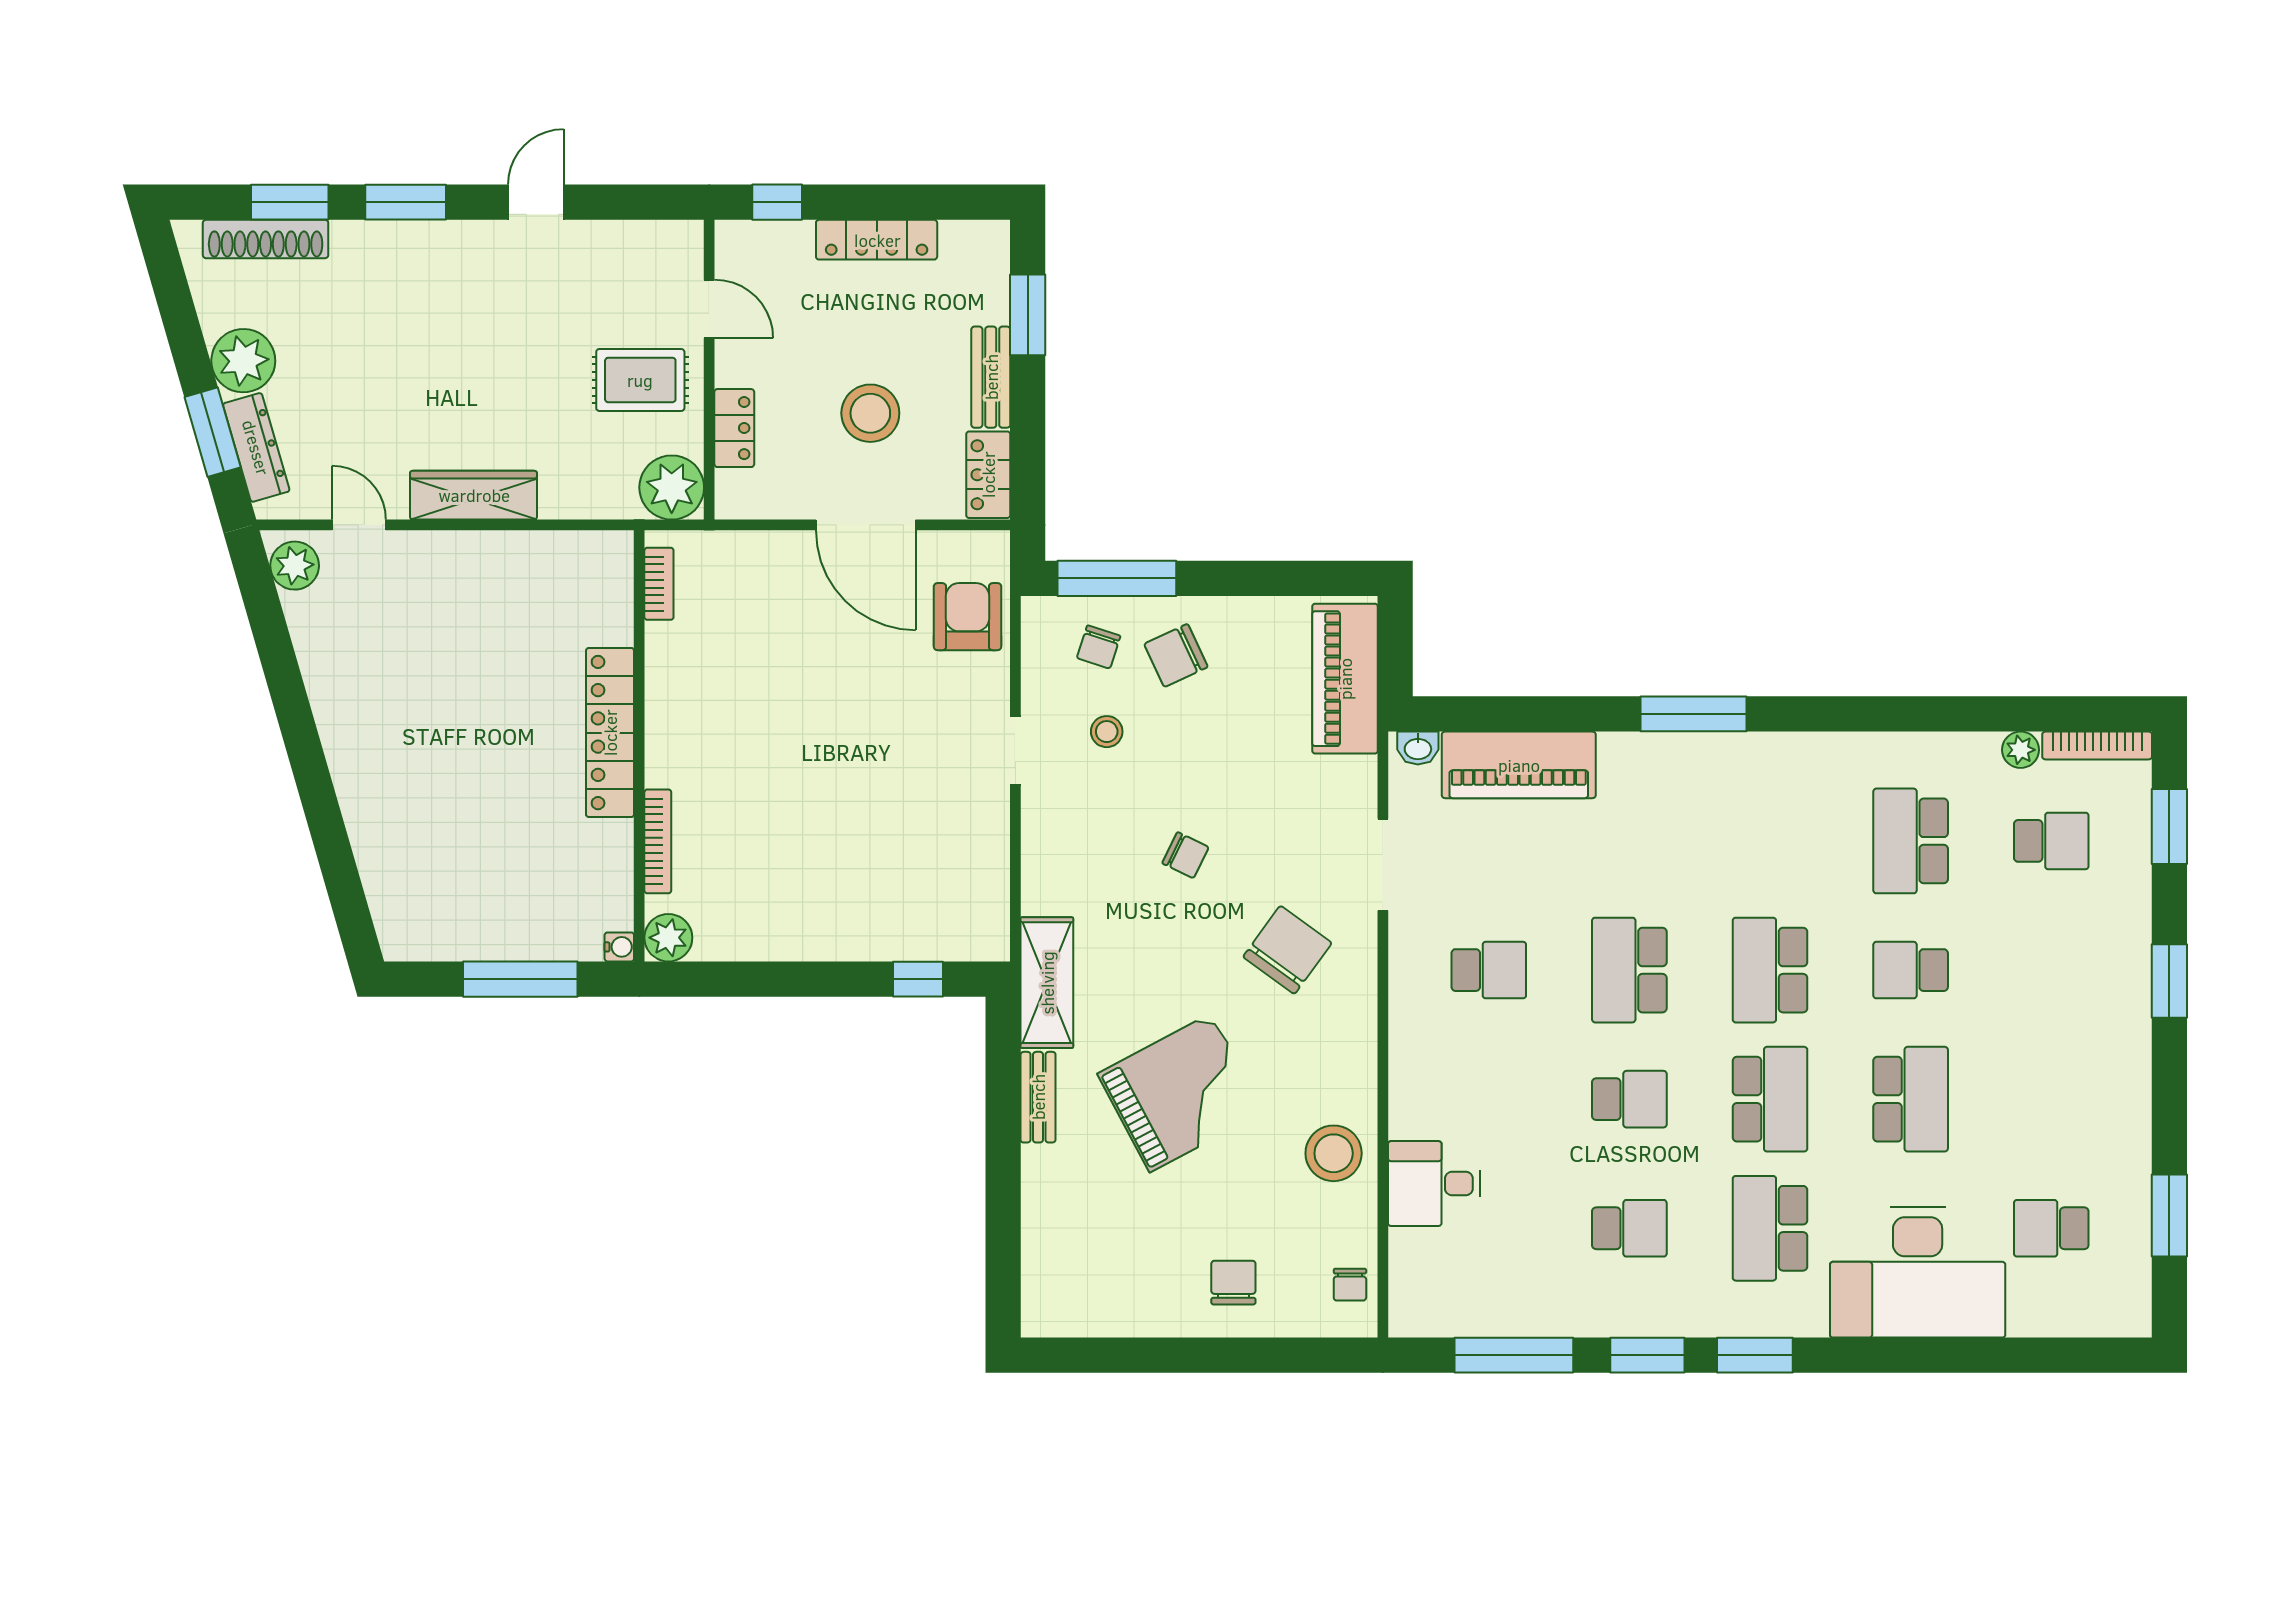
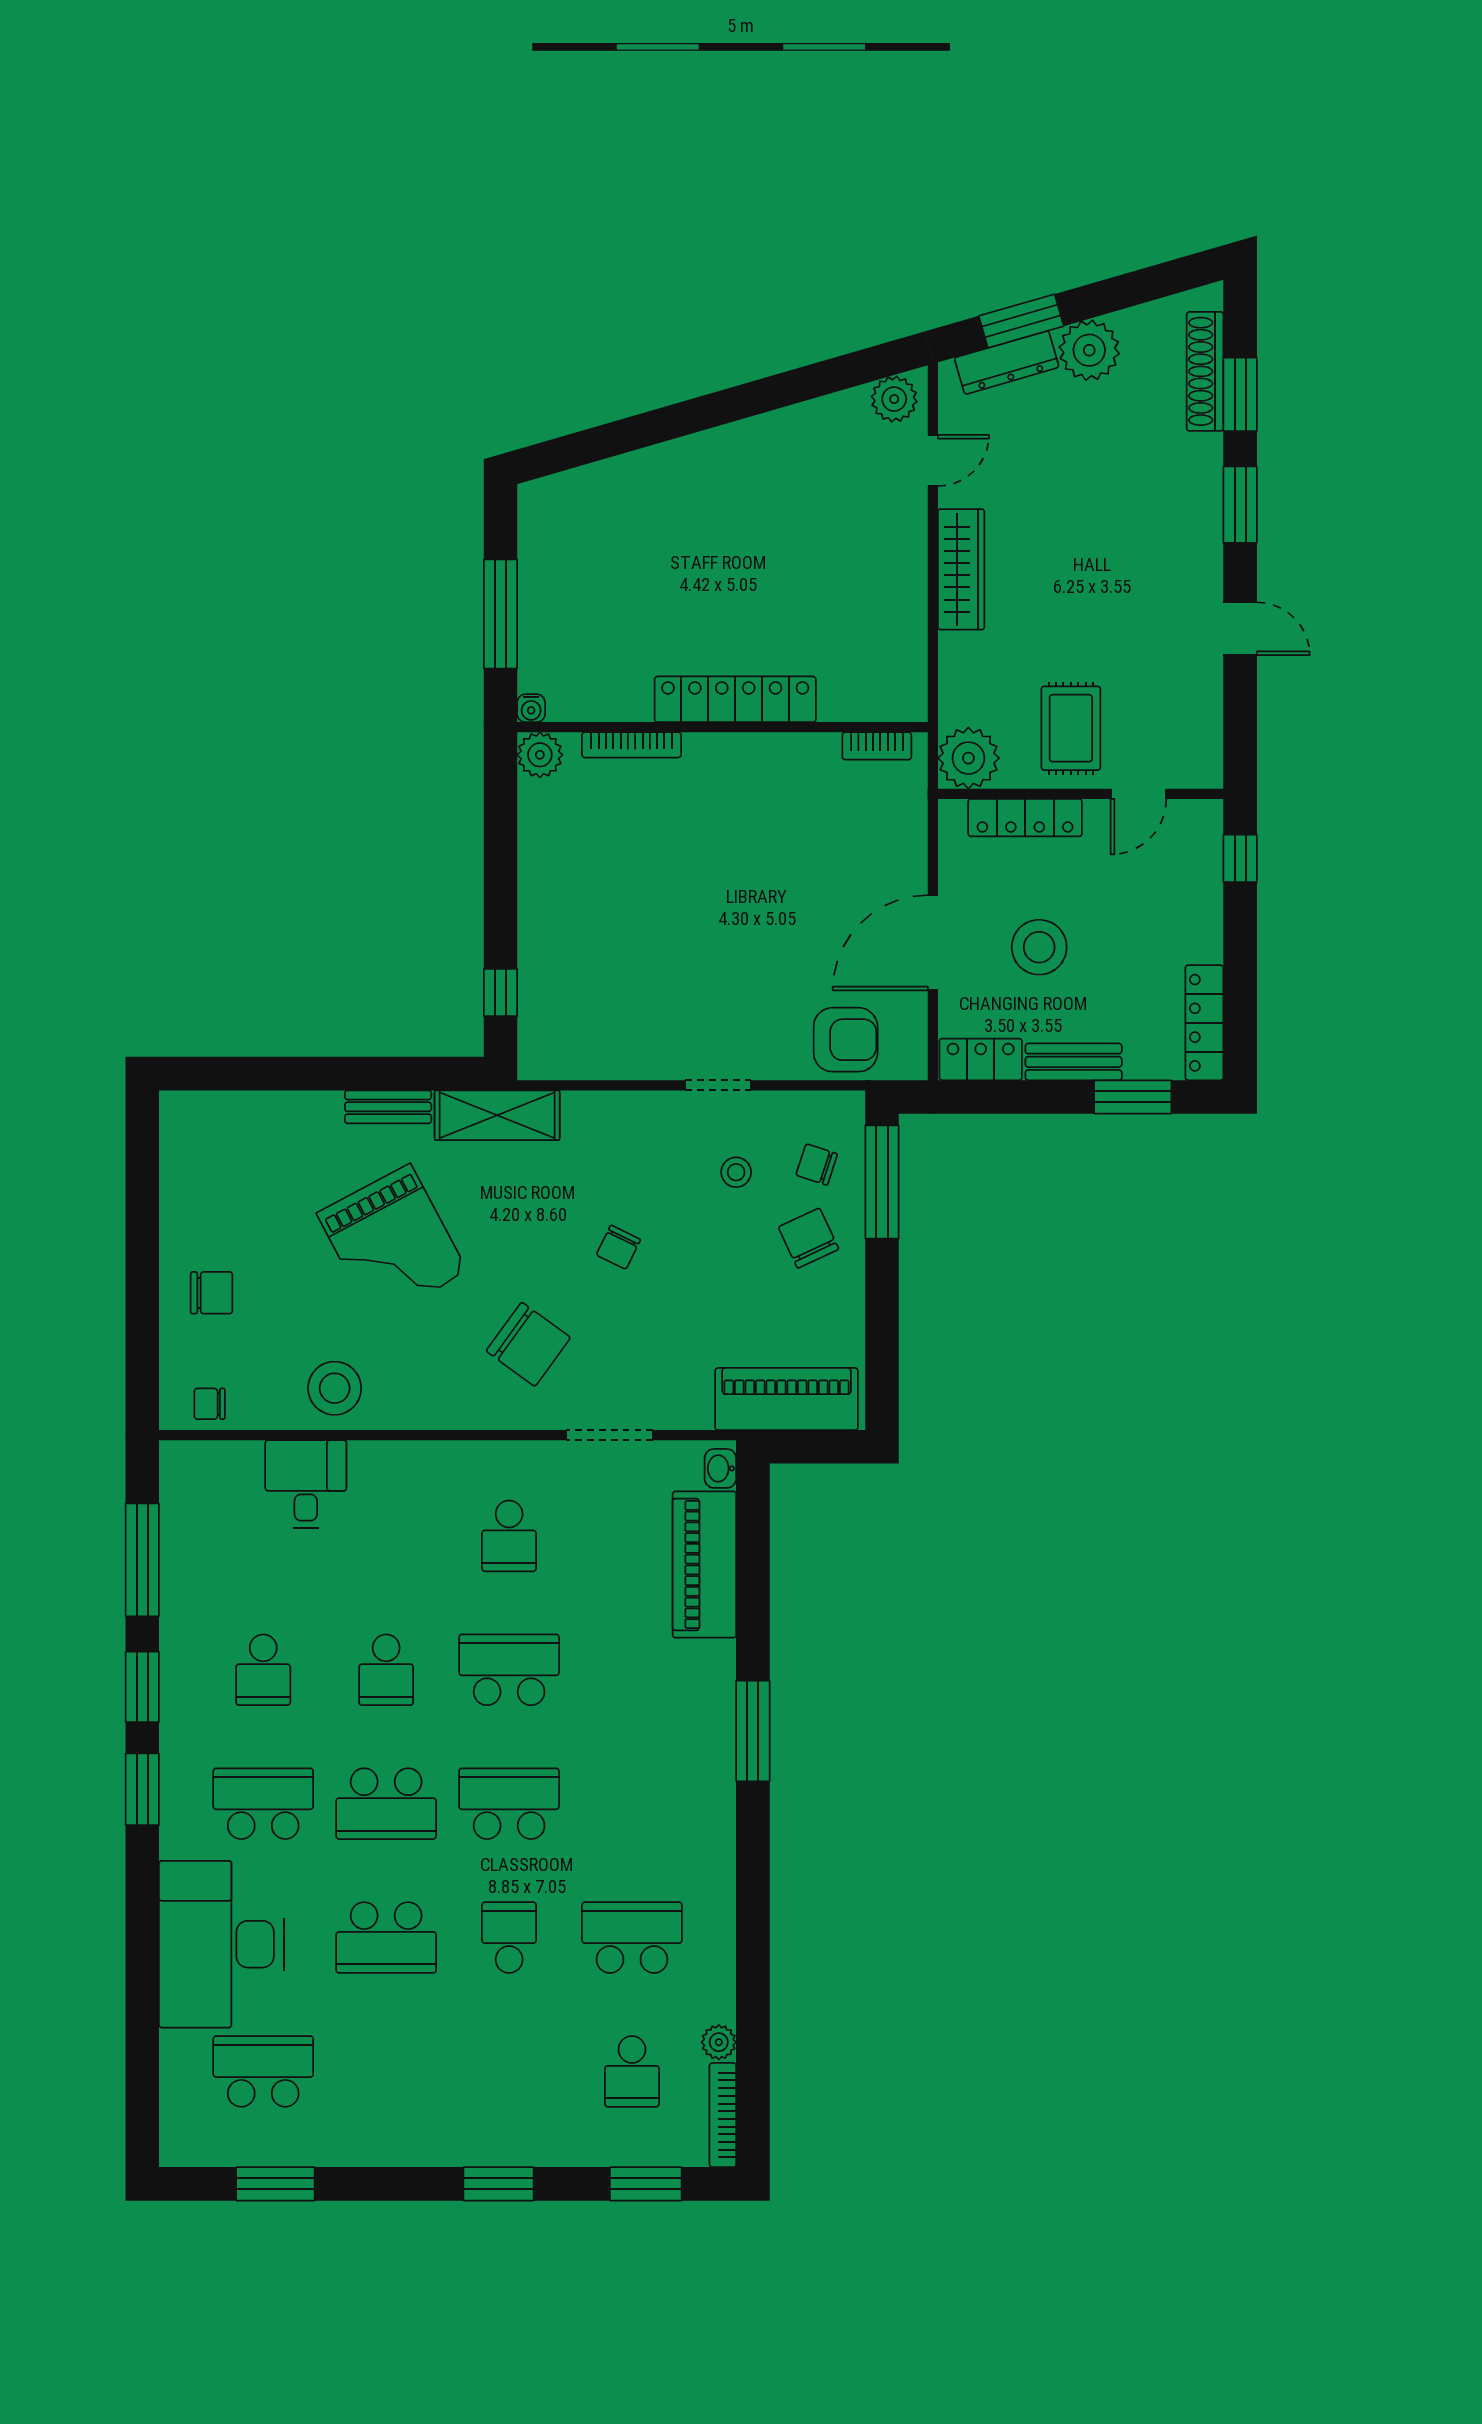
locker: (877, 240) -> (1204, 1023), moved
locker: (734, 428) -> (1025, 818), width x1.53
school desk: (2051, 1228) -> (263, 2071), width x1.85

